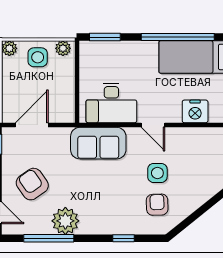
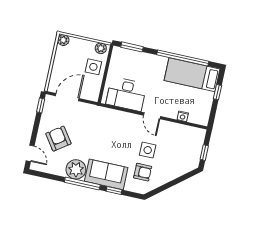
side table: (38, 57) -> (93, 67), moved
nightstand: (195, 111) -> (183, 116), width x0.53, depth x0.56
sofa: (98, 143) -> (106, 174), moved, turned 180
armchair: (157, 205) -> (143, 172), turned 92
window: (49, 238) -> (82, 183), moved

